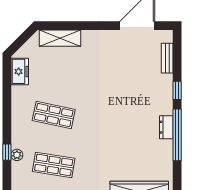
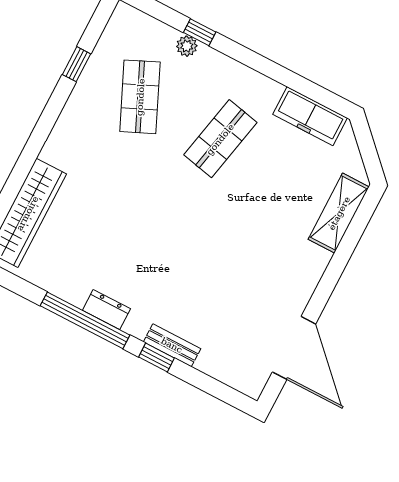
bench: (167, 58) -> (172, 345), moved
freezer: (20, 71) -> (310, 116), width x1.40
shop shelf: (54, 165) -> (140, 97), turned -33

